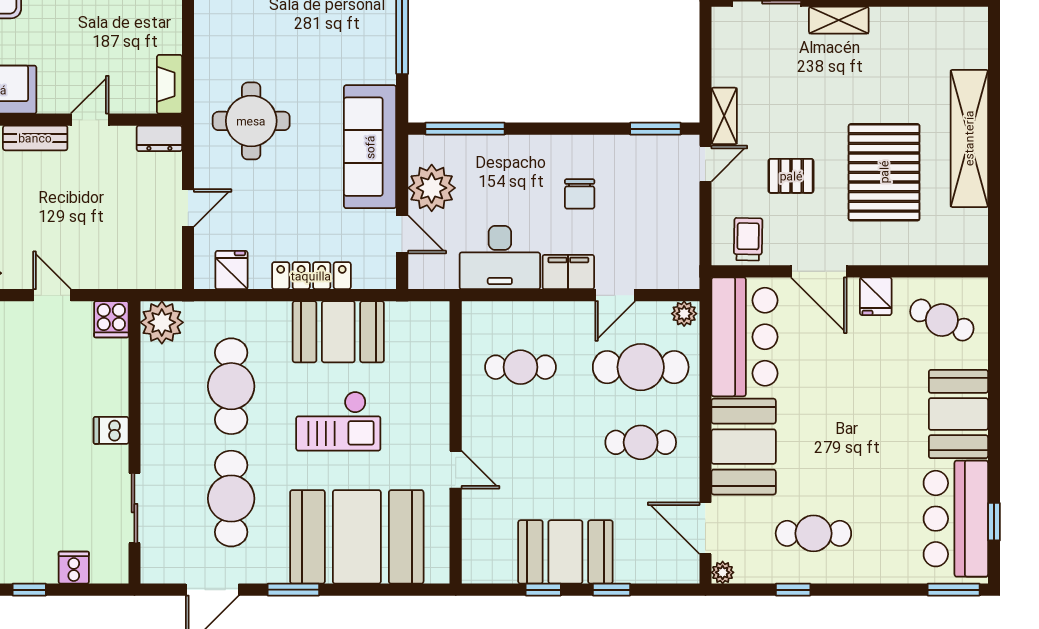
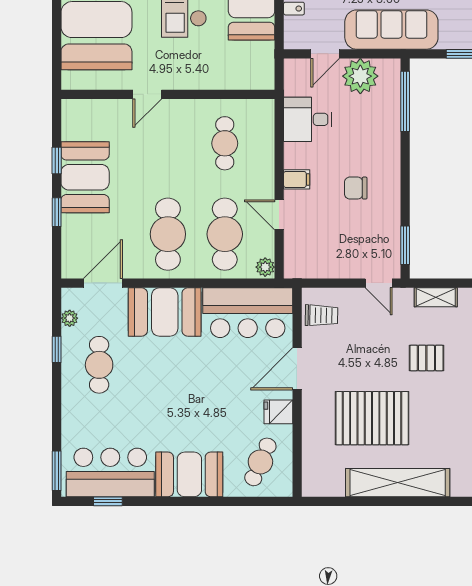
shelving: (724, 116) -> (436, 297), moved
pallet: (791, 176) -> (426, 358), moved, turned 90
desk: (500, 258) -> (308, 119), width x0.73
filing cabinet: (568, 272) -> (297, 179), width x0.50
cafe table: (641, 442) -> (168, 234), width x1.37, depth x1.35
plant: (723, 572) -> (70, 318), moved

